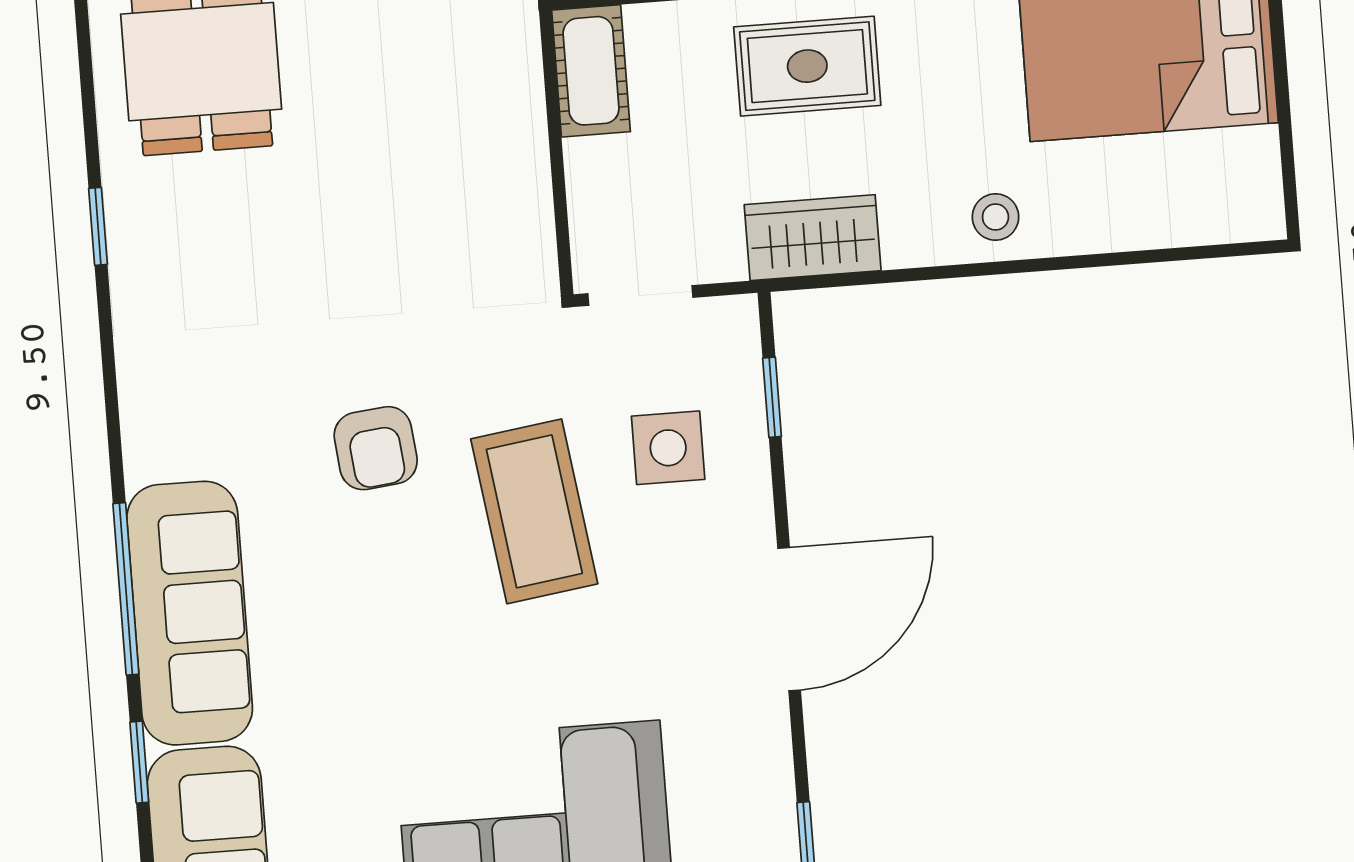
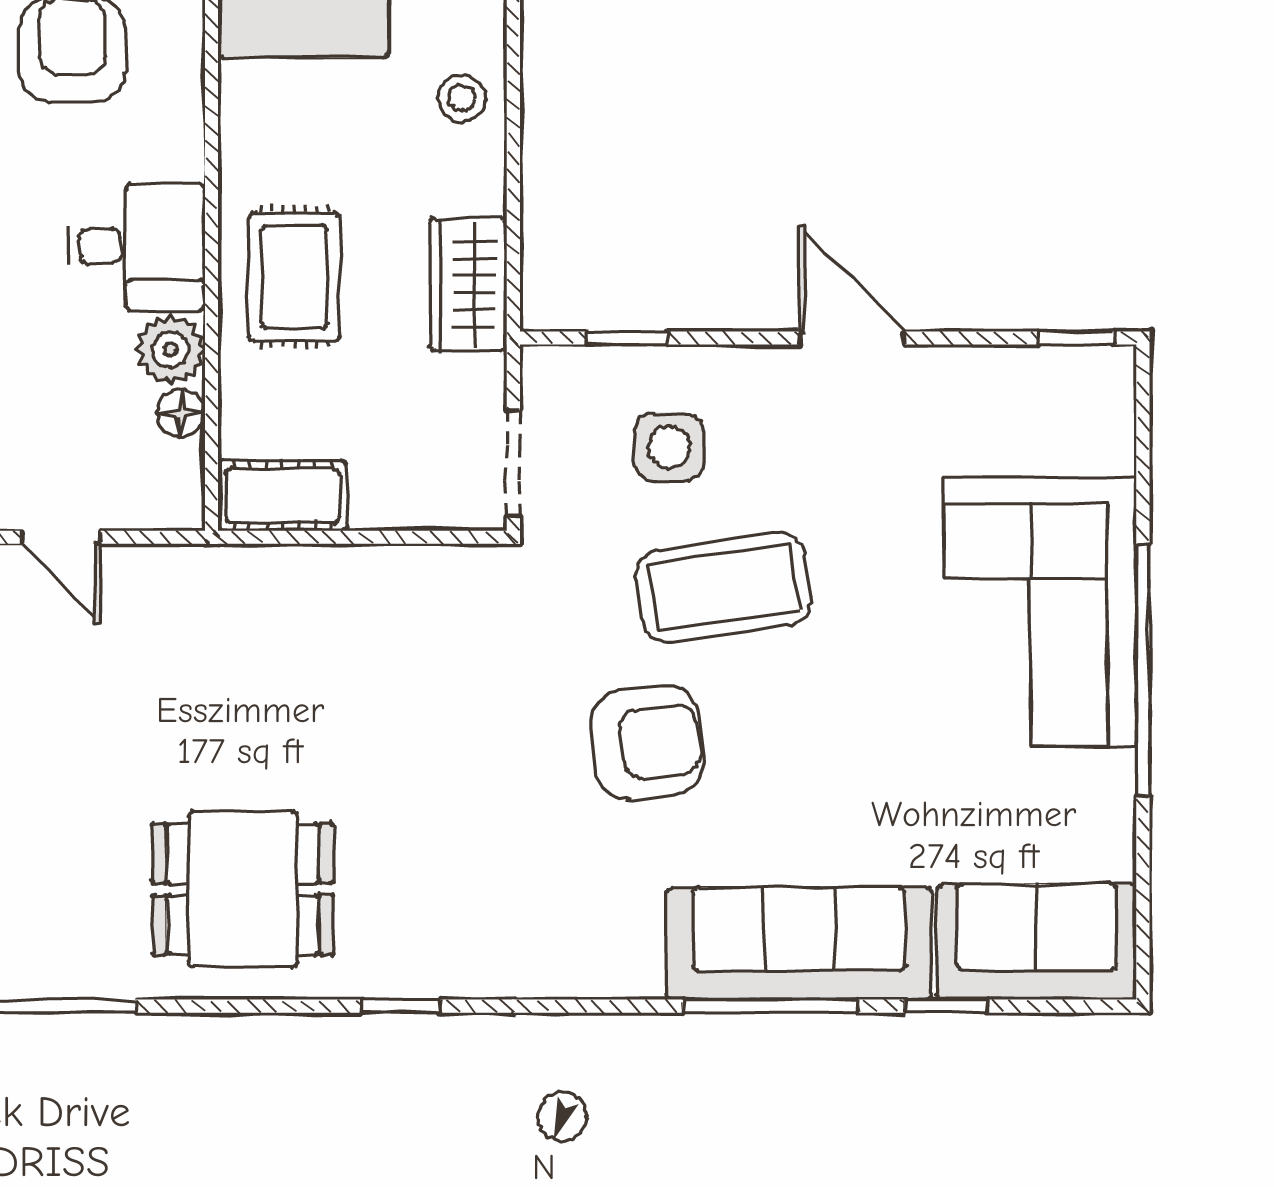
armchair: (376, 448) -> (647, 743), width x1.38, depth x1.38
door: (789, 619) -> (852, 338), width x0.73

